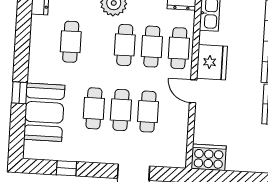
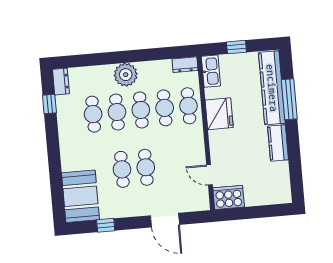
door: (193, 91) -> (209, 175), moved
window: (19, 93) -> (49, 104), moved
booth: (44, 112) -> (80, 196), moved
cafe table: (148, 112) -> (117, 112), moved

